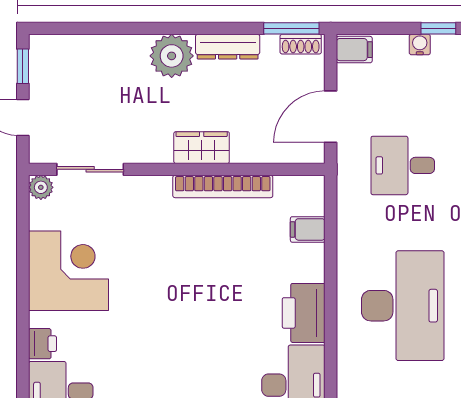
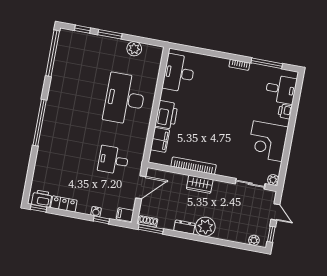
window: (438, 28) -> (101, 220), moved
plant: (59, 46) -> (254, 240), added
dresser: (228, 47) -> (184, 227), width x0.70
desk: (403, 165) -> (113, 160), turned 180
filing cabinet: (308, 229) -> (160, 140), width x2.00
printer: (304, 313) -> (166, 115), moved

